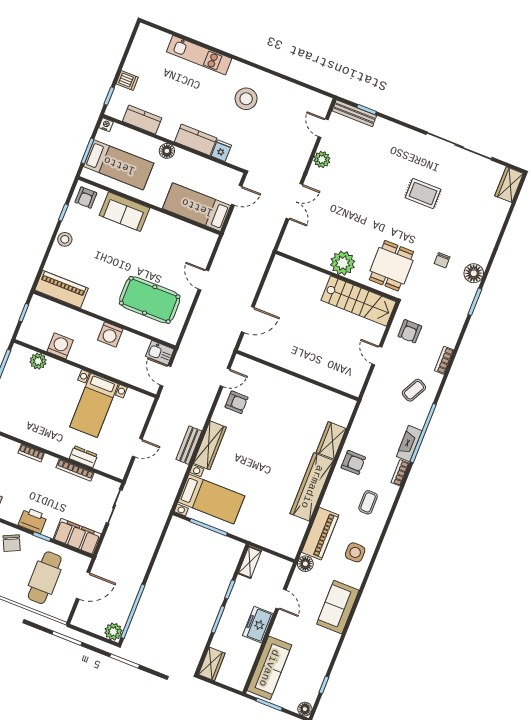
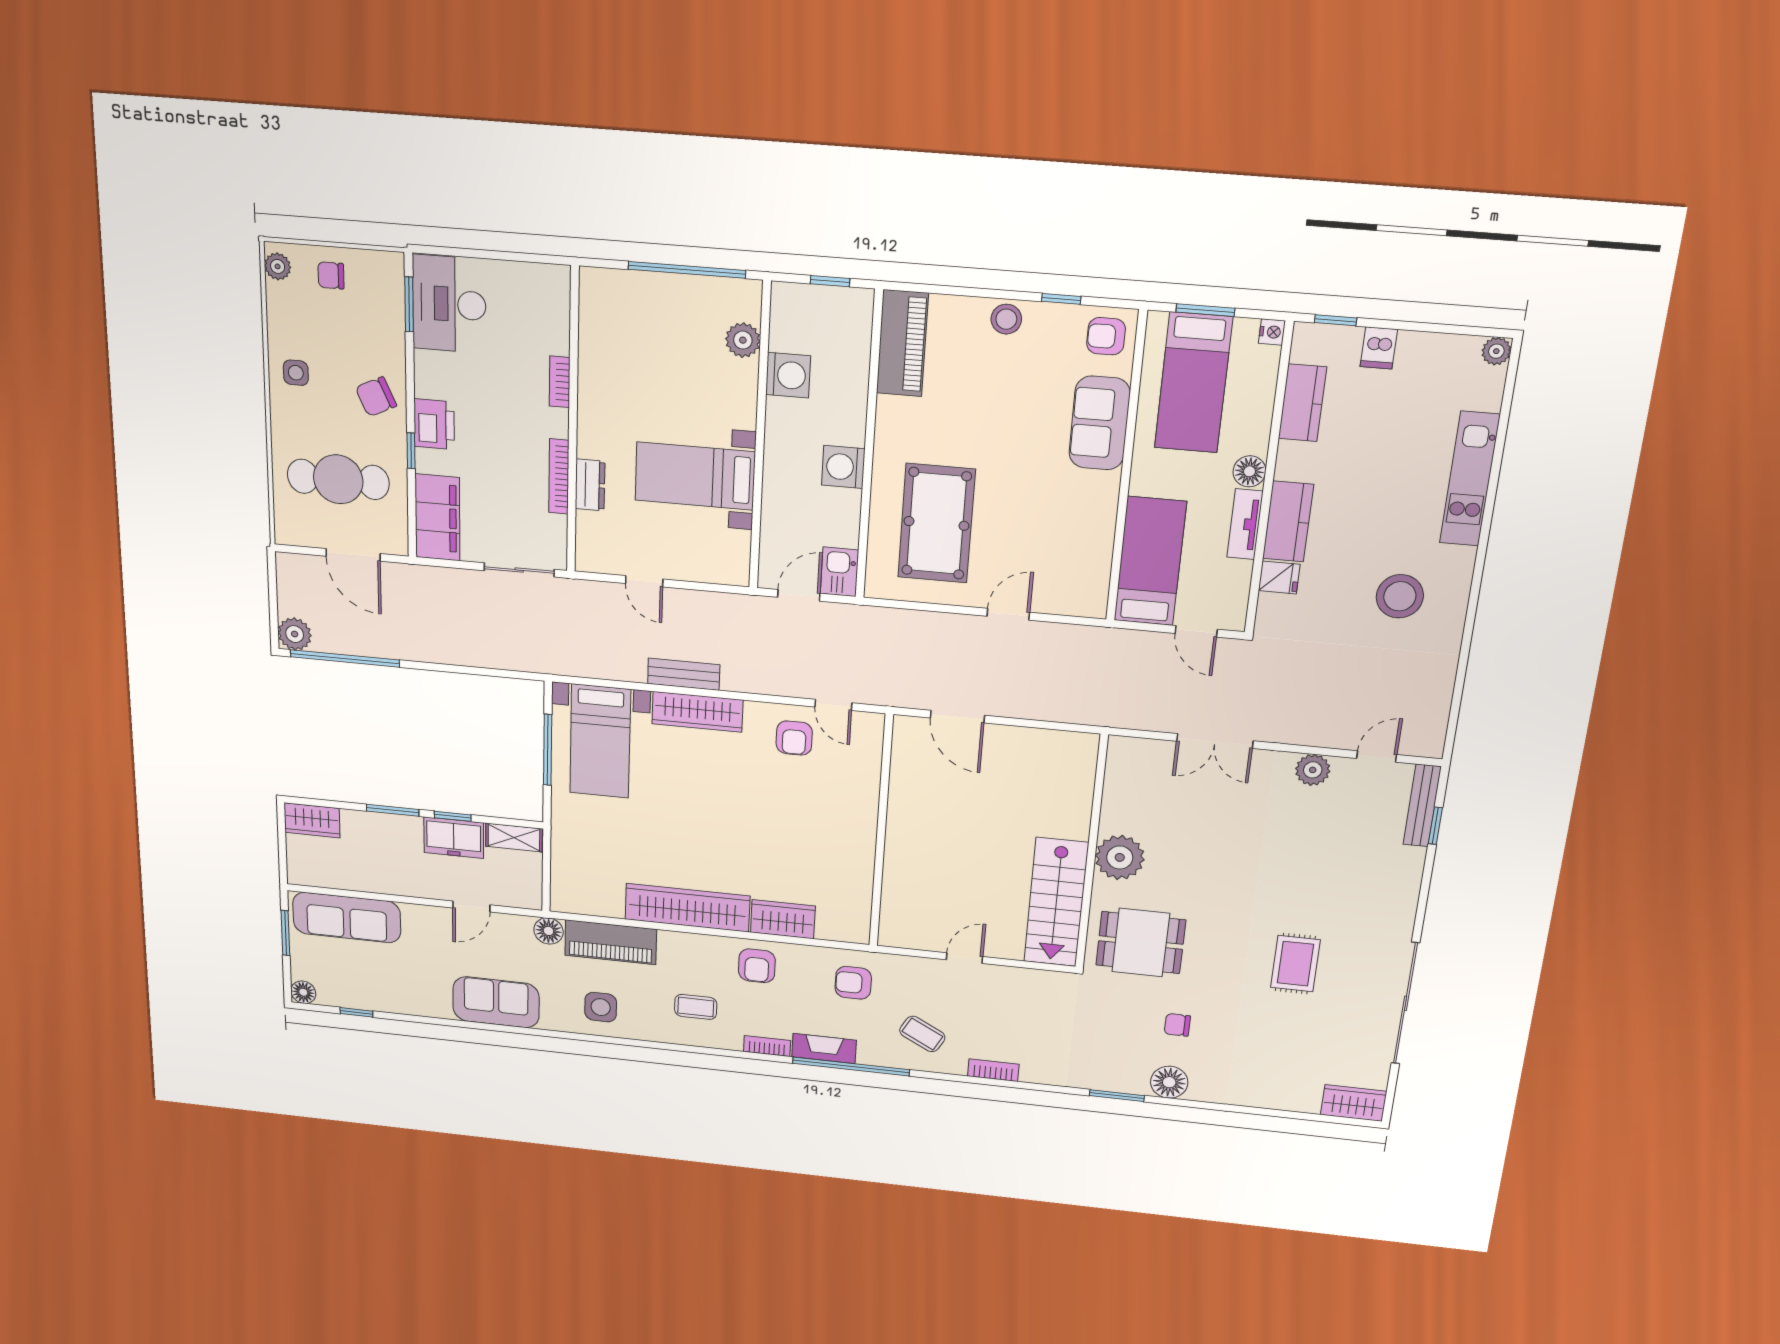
plant: (144, 31) -> (1496, 351), added
tv unit: (191, 159) -> (1245, 524), added
armchair: (410, 331) -> (853, 983), moved
freezer: (258, 625) -> (454, 838), moved, turned 180

